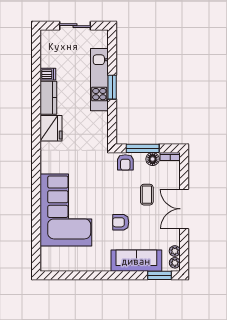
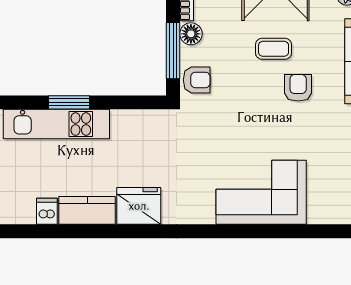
coffee table: (147, 195) -> (274, 49), moved
corner sofa: (66, 210) -> (261, 192), width x0.73, depth x0.74
armchair: (121, 222) -> (298, 88), turned 180

